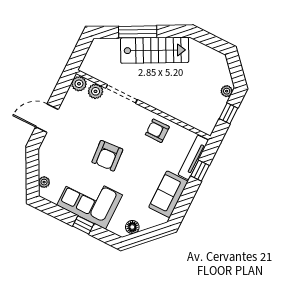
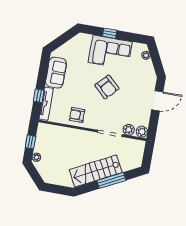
armchair: (157, 131) -> (77, 115), turned 180
armchair: (107, 156) -> (107, 87), turned 137
floor lamp: (132, 227) -> (75, 42), removed

